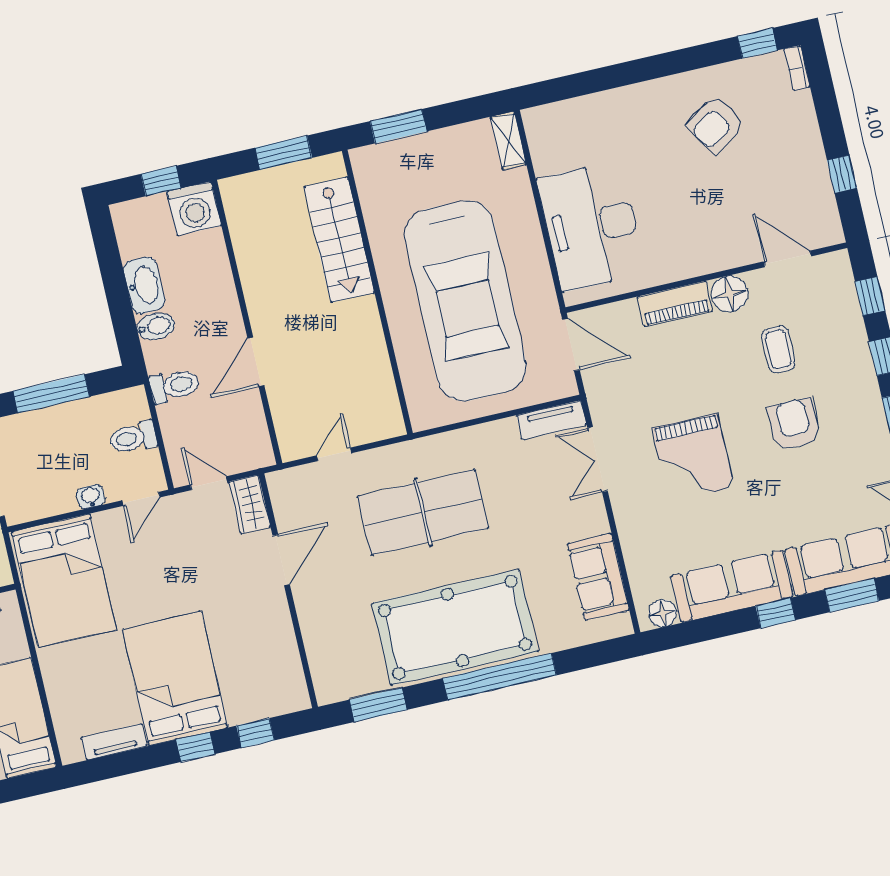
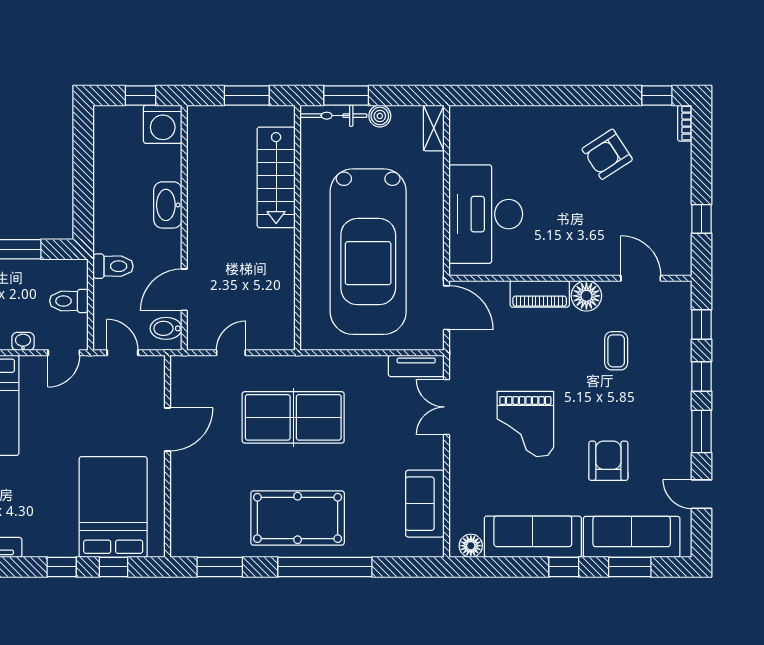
boiler: (443, 141) -> (380, 116), added
bicycle: (389, 153) -> (333, 116), added
washbasin: (144, 285) -> (168, 205), moved, turned 180
bidet: (156, 326) -> (166, 328), moved, turned 180
door: (256, 362) -> (184, 290), moved
armchair: (794, 424) -> (608, 461), moved
wardrobe: (249, 504) -> (152, 378), removed
pool table: (455, 627) -> (298, 518), width x0.73, depth x0.76
bed: (175, 679) -> (113, 507), moved

